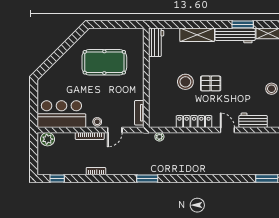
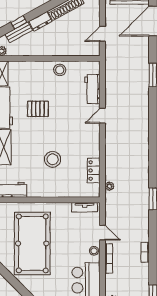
pool table: (104, 62) -> (32, 243), width x1.36, depth x1.32
pallet: (211, 83) -> (38, 109), moved, turned 90
locker: (194, 122) -> (94, 170), moved, width x0.66

